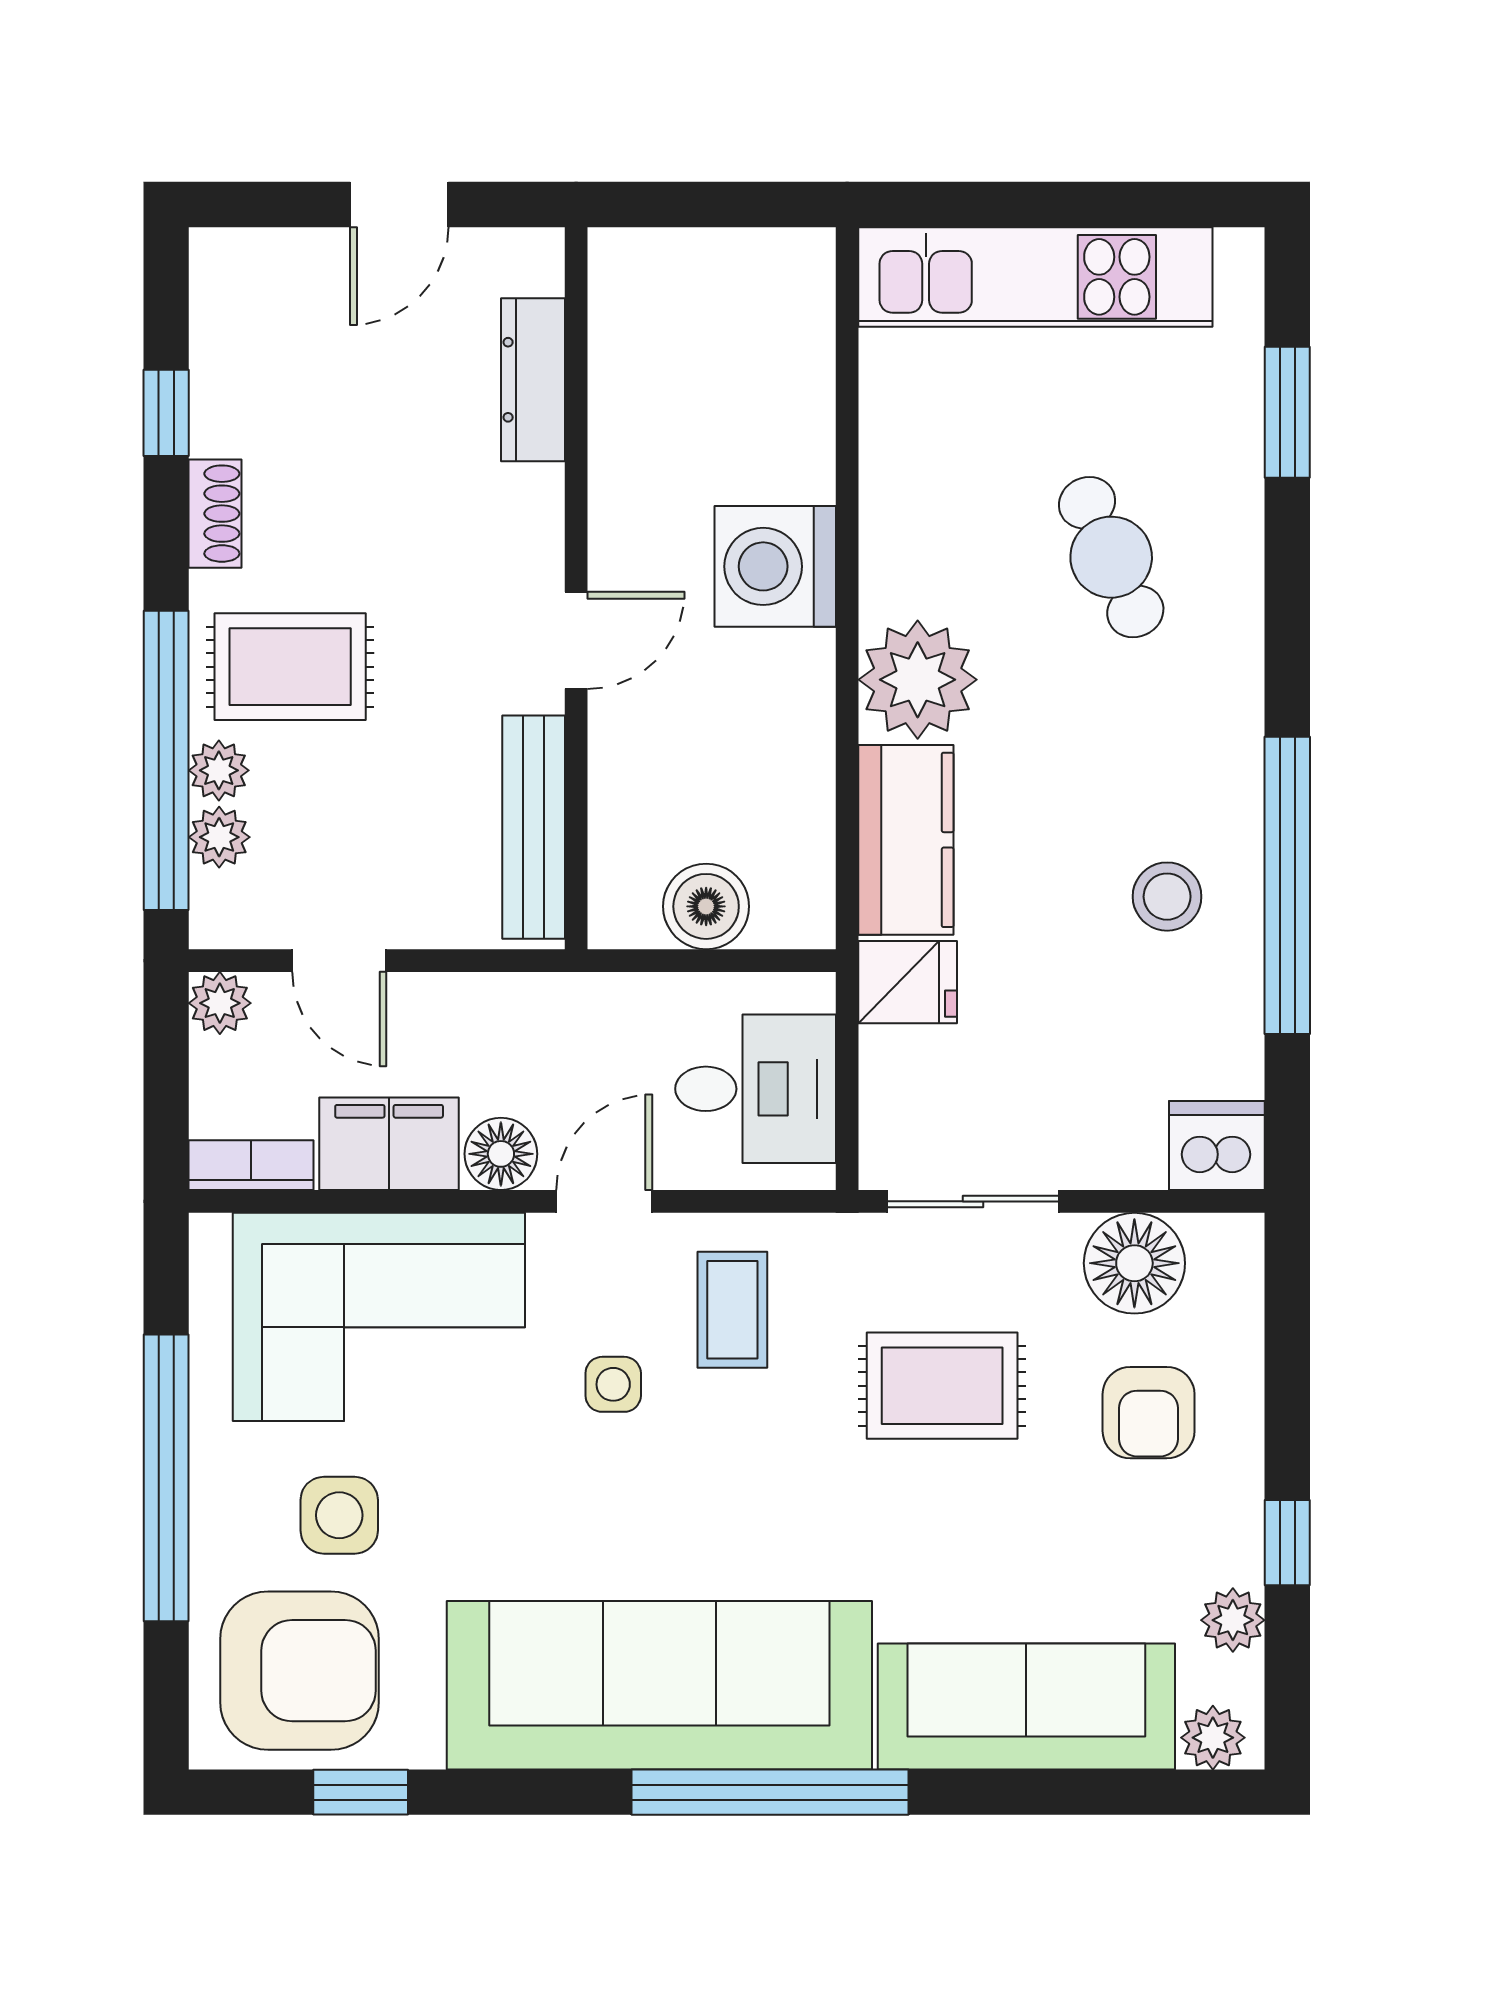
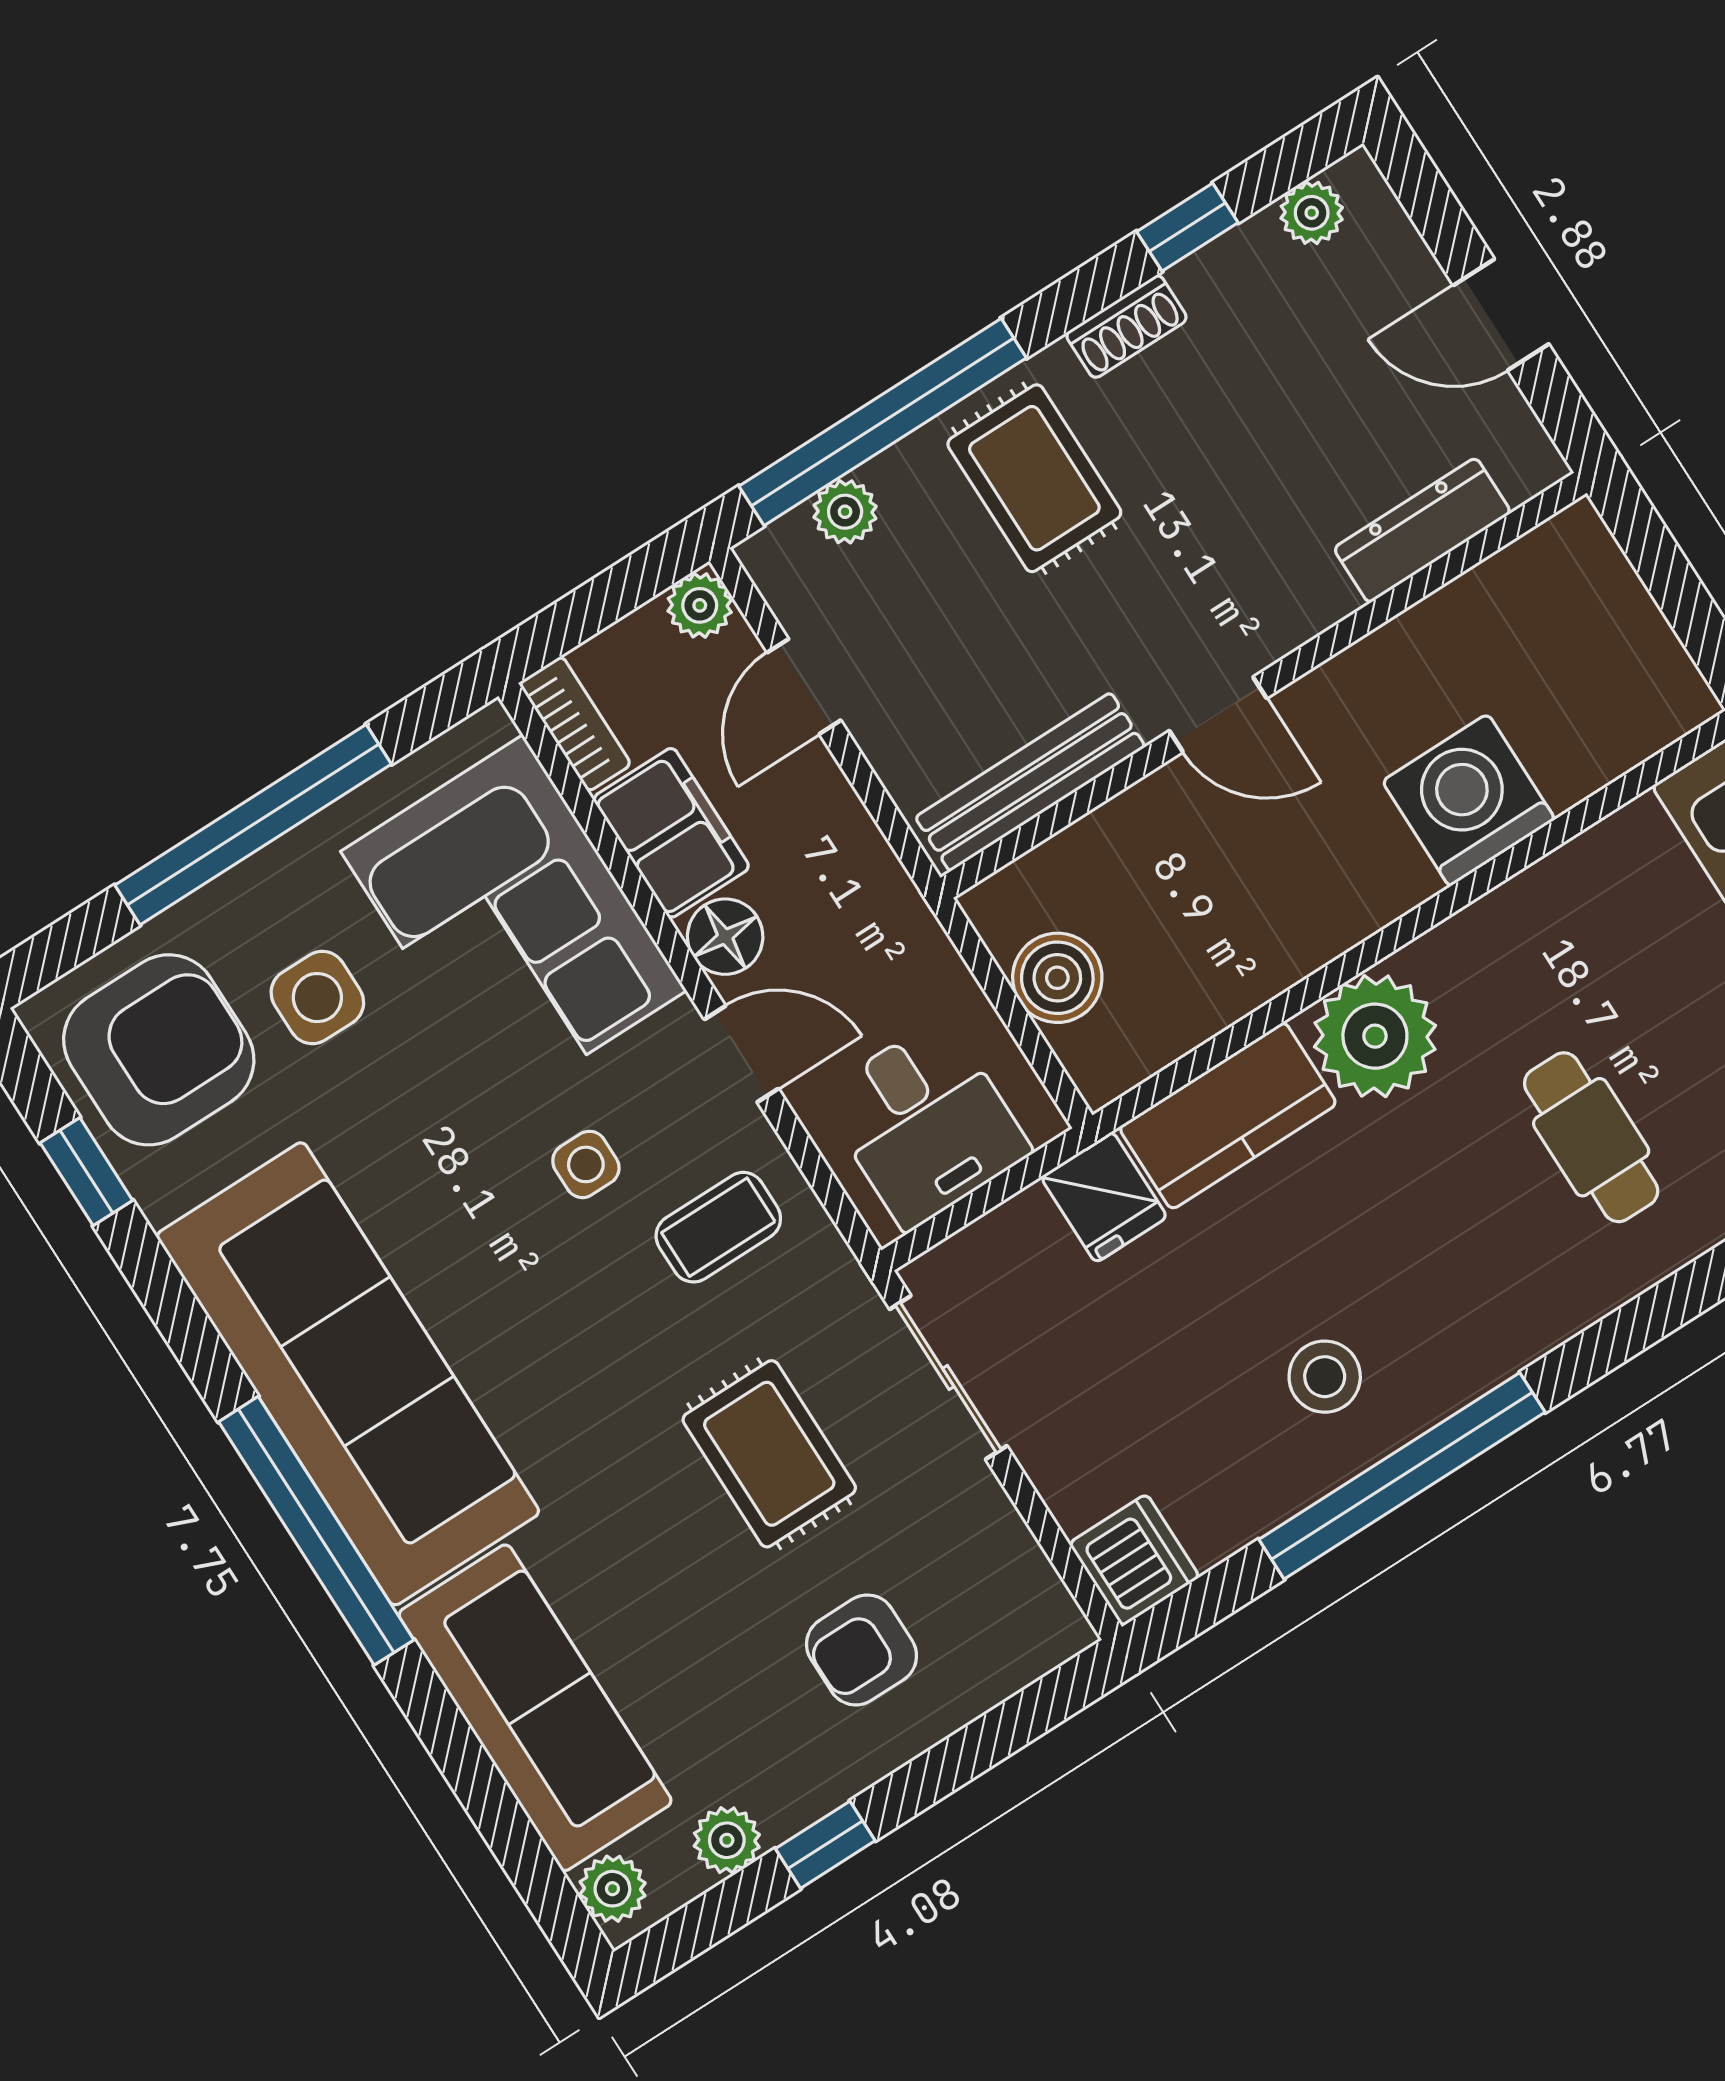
cafe table: (1111, 557) -> (1591, 1137), turned -66
washing machine: (775, 566) -> (1469, 800), moved
plant: (219, 770) -> (1312, 213), moved
floor lamp: (1134, 1263) -> (985, 1554), removed
armchair: (299, 1671) -> (159, 1050), turned -90

